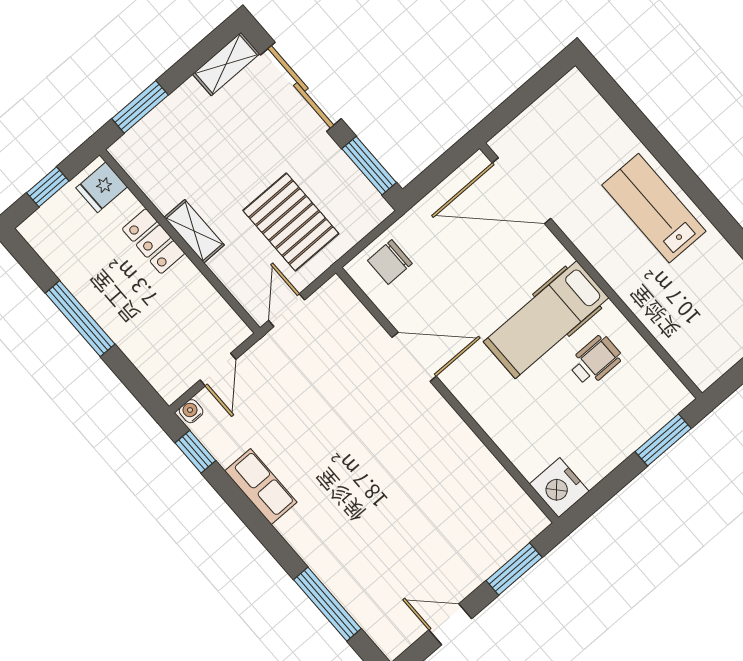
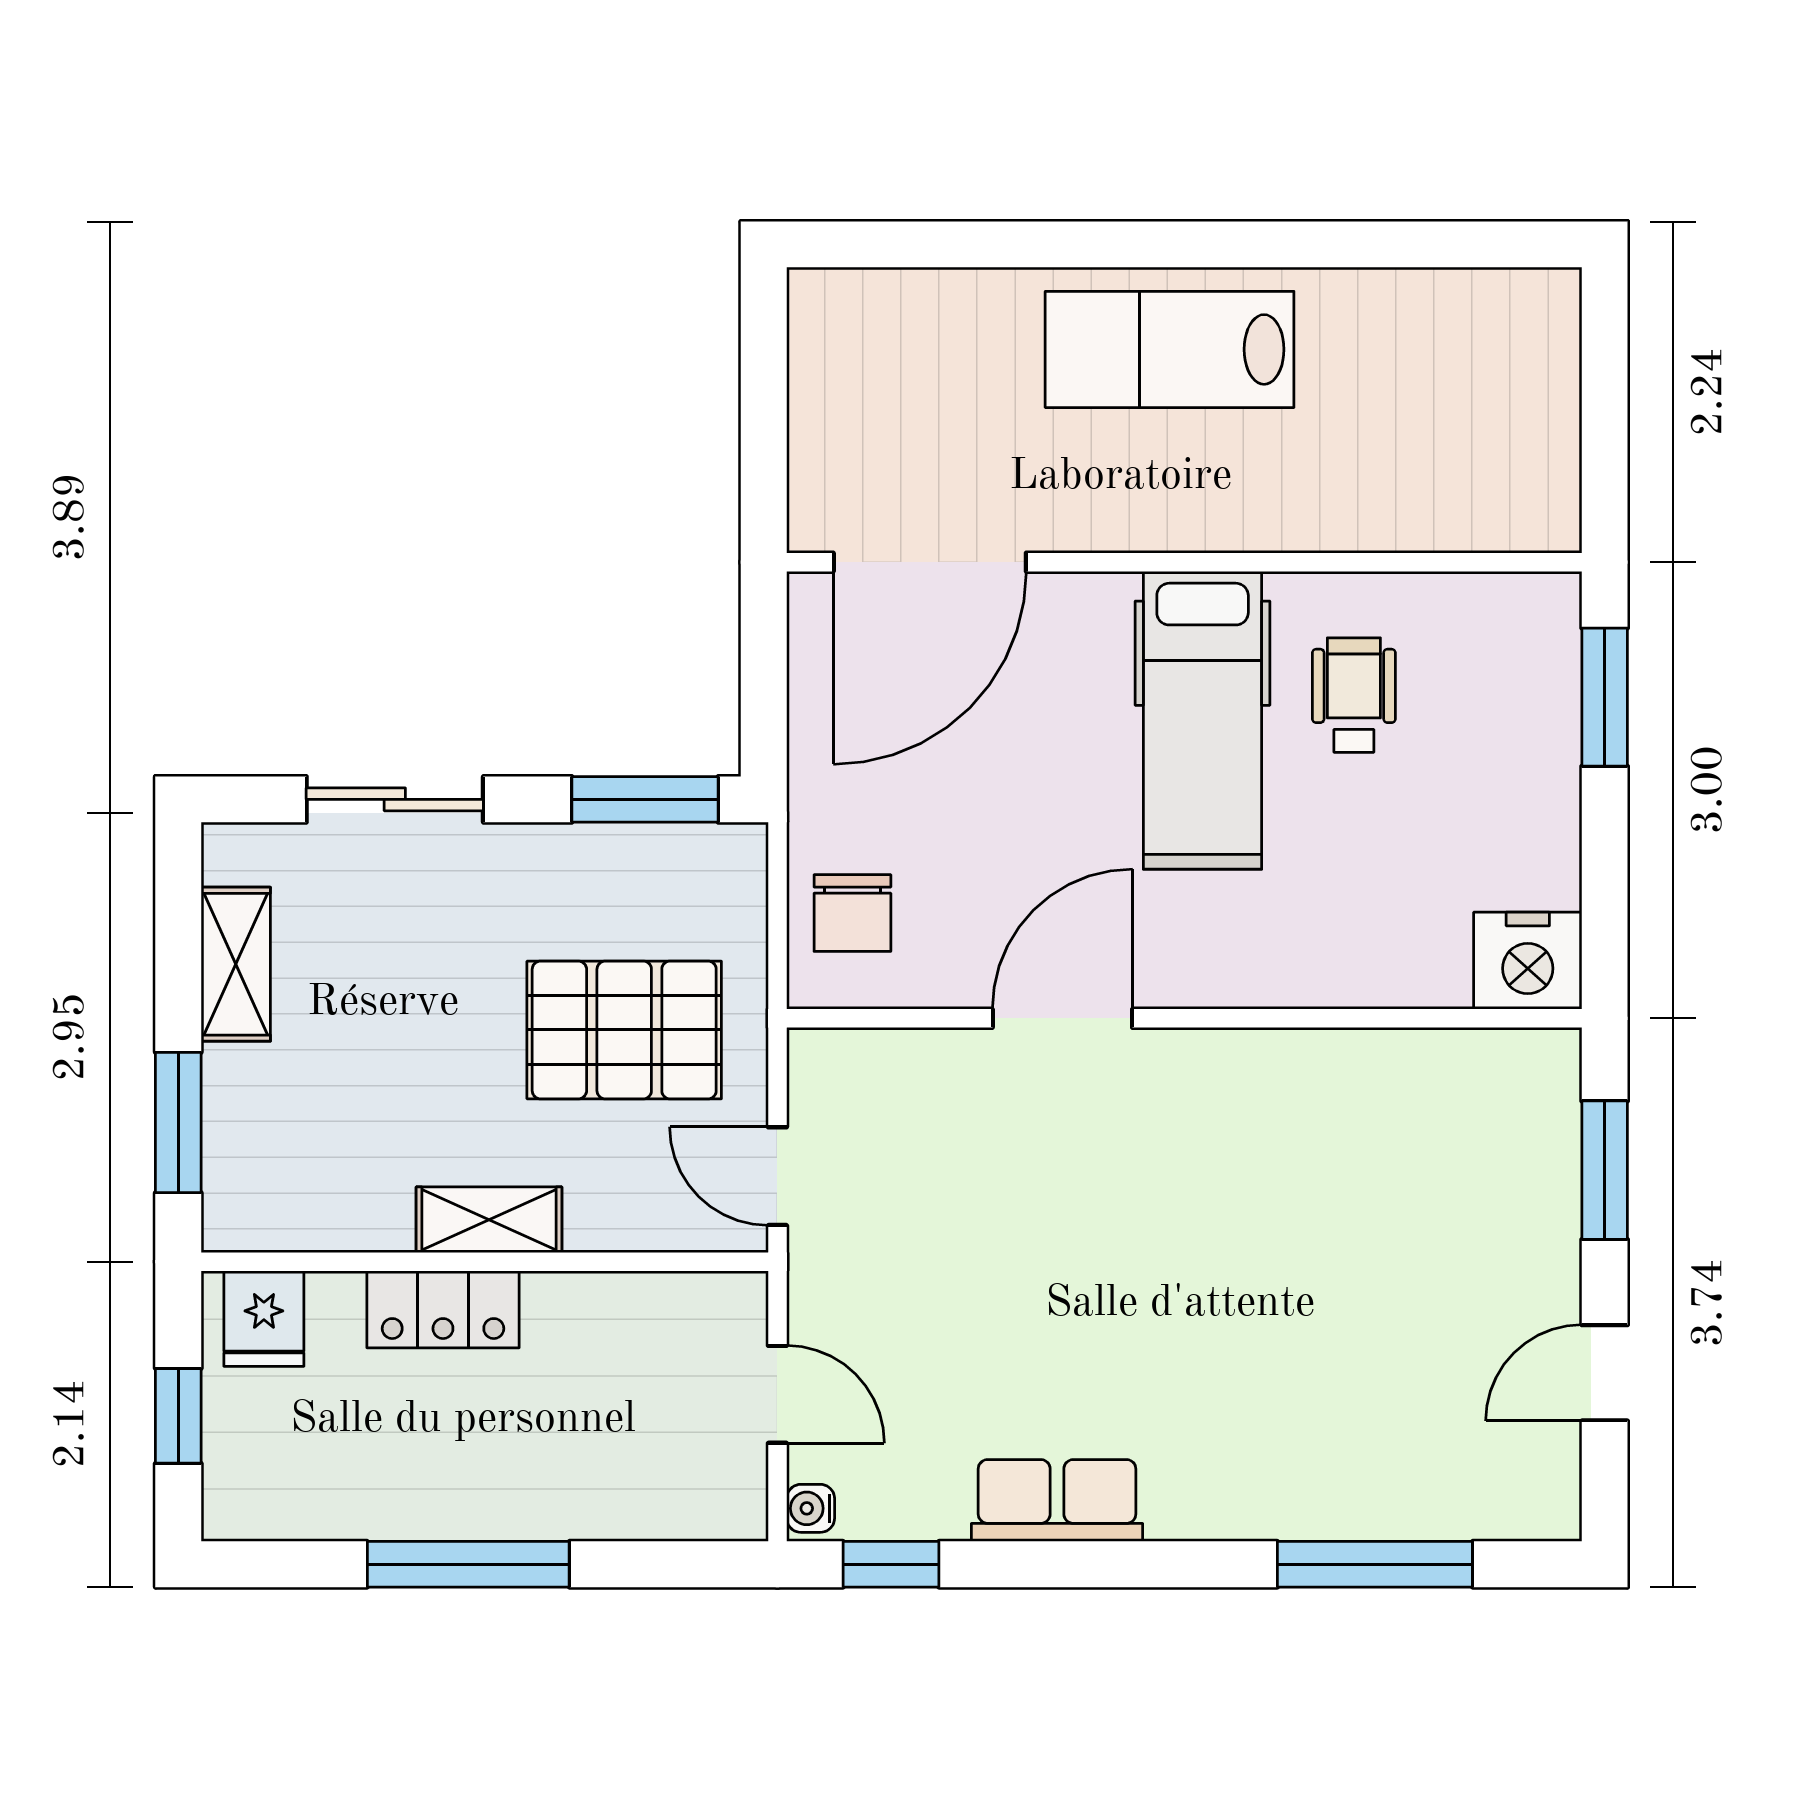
shelving: (226, 64) -> (236, 964), moved
sliding door: (301, 87) -> (395, 799), width x0.73

